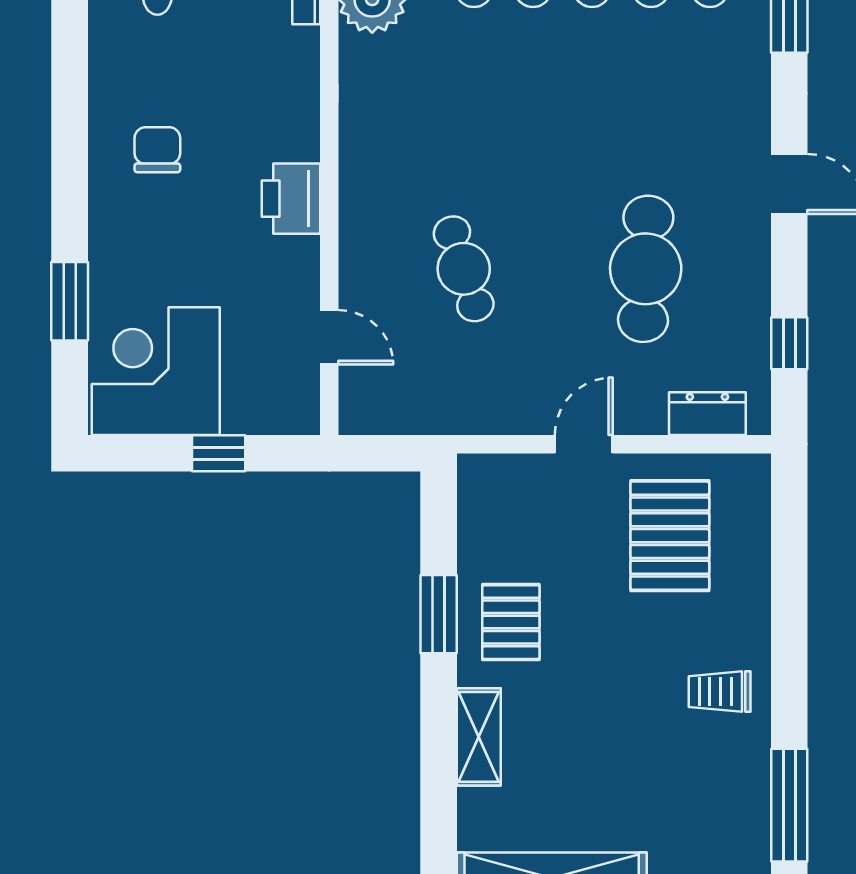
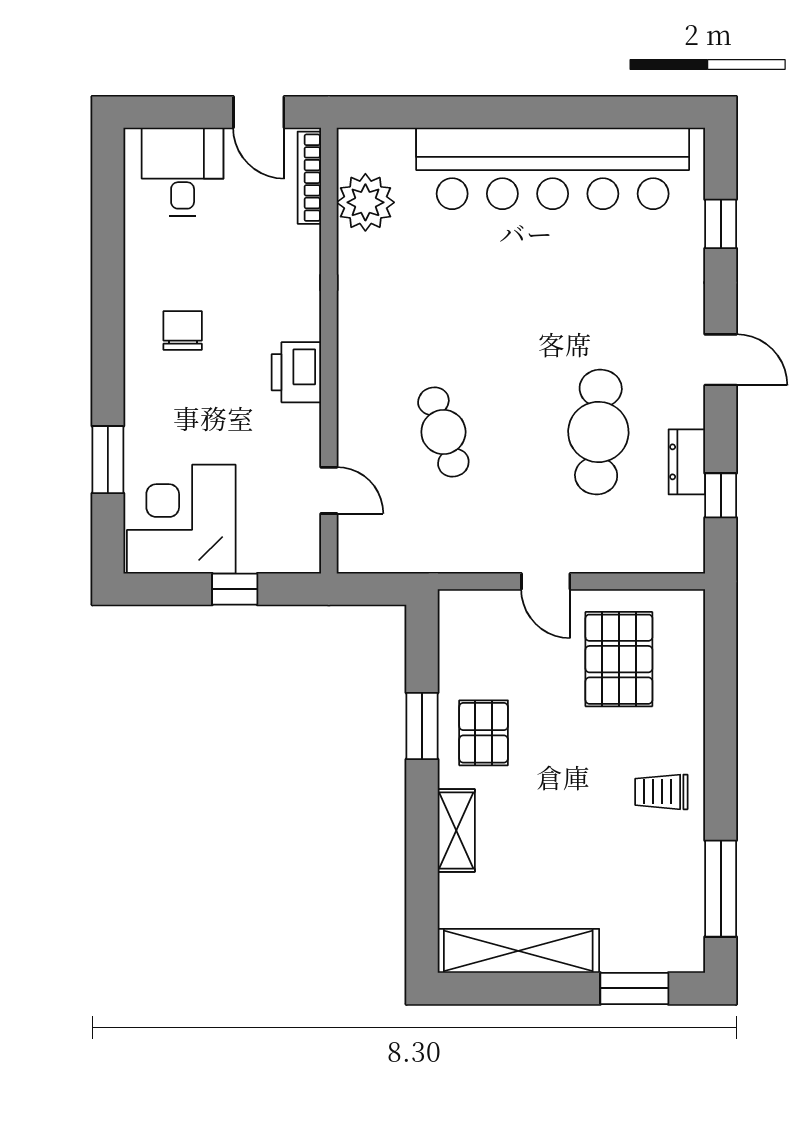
dresser: (707, 414) -> (687, 462), moved, turned -90
door: (584, 444) -> (546, 581), swing flipped

